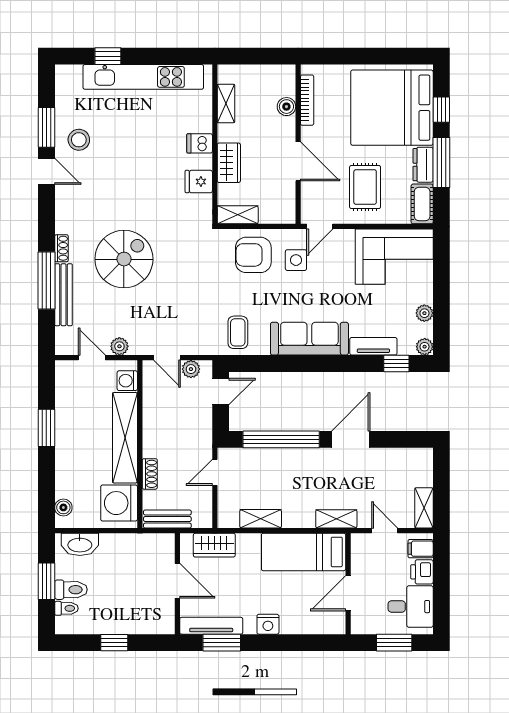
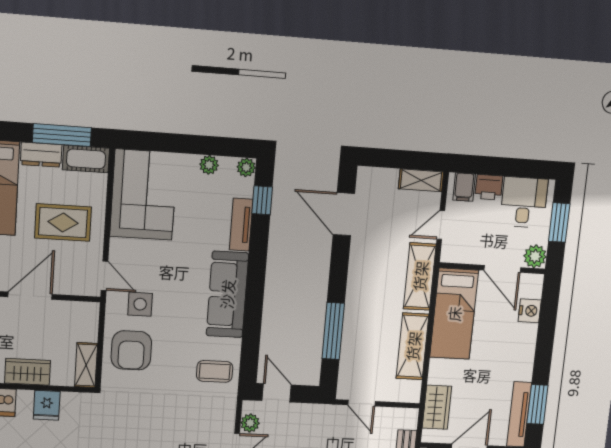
window: (441, 163) -> (62, 135), moved
window: (281, 439) -> (333, 331), width x0.68
door: (351, 439) -> (344, 214), moved
shelving: (261, 519) -> (413, 346), width x1.50, depth x1.33
shelving: (336, 519) -> (420, 276), width x1.50, depth x1.33
plant: (362, 623) -> (535, 256), added
nightstand: (268, 624) -> (530, 311), moved

